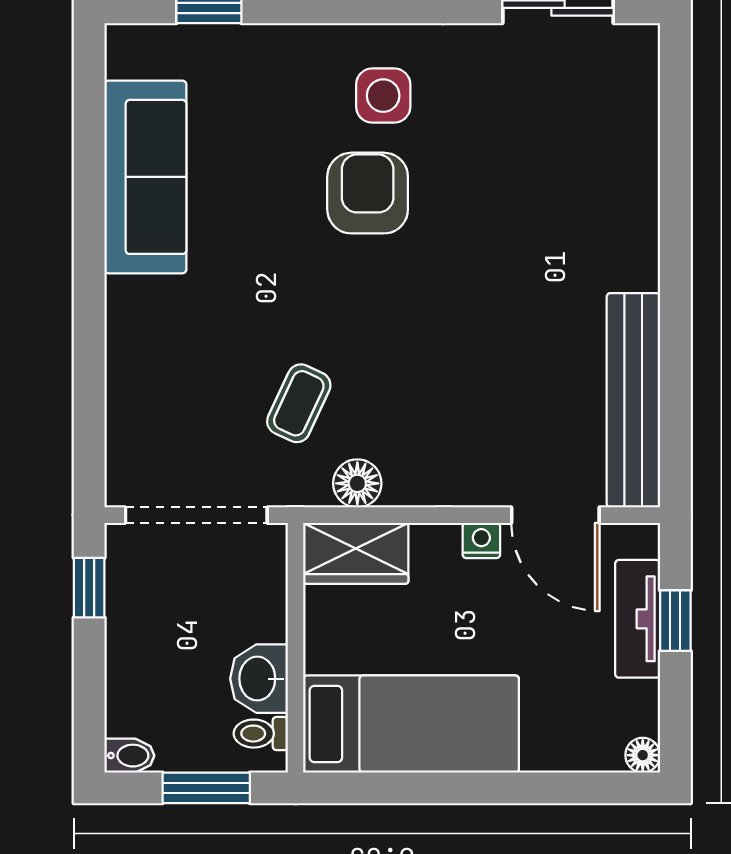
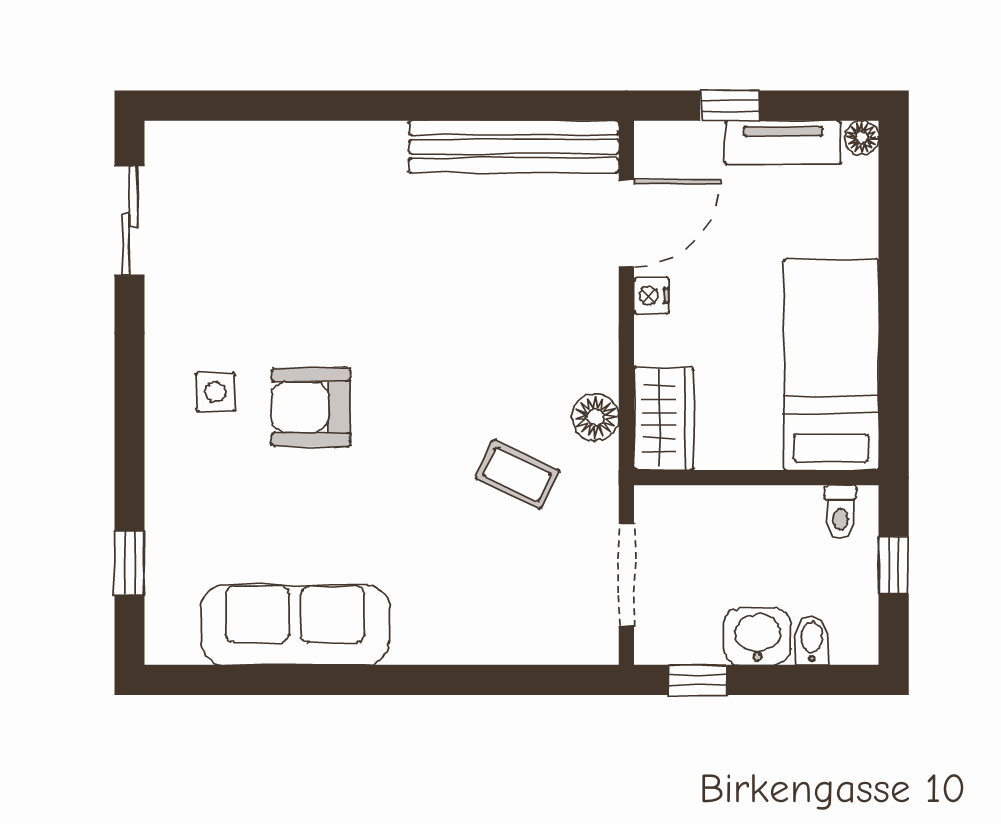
side table: (383, 96) -> (215, 392), width x0.73, depth x0.73
doorway: (196, 515) -> (626, 575), width x0.73
tv unit: (638, 619) -> (783, 143), moved
washbasin: (259, 679) -> (757, 637), moved, turned 180
bidet: (129, 756) -> (812, 640), moved
window: (206, 788) -> (894, 565), width x0.67

